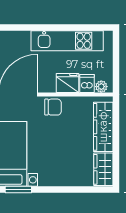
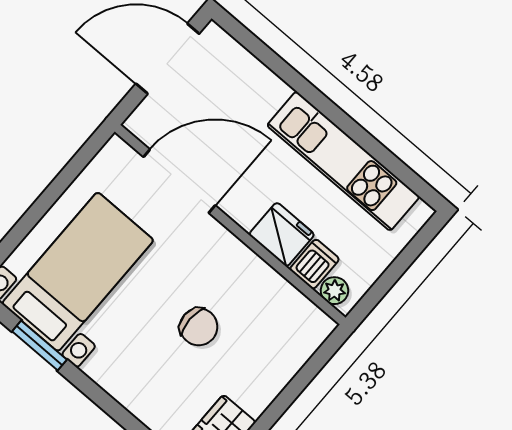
chair: (53, 107) -> (199, 327), moved
wardrobe: (103, 127) -> (278, 363), removed

